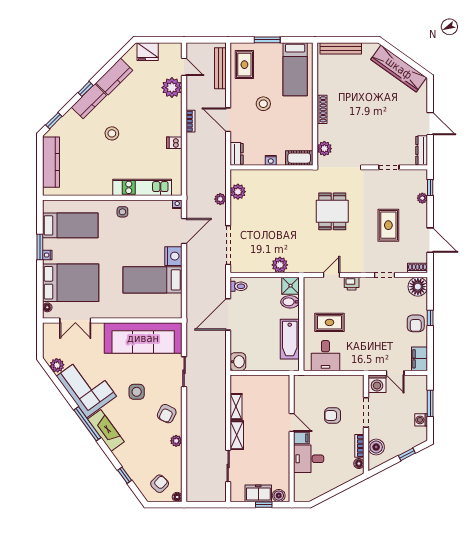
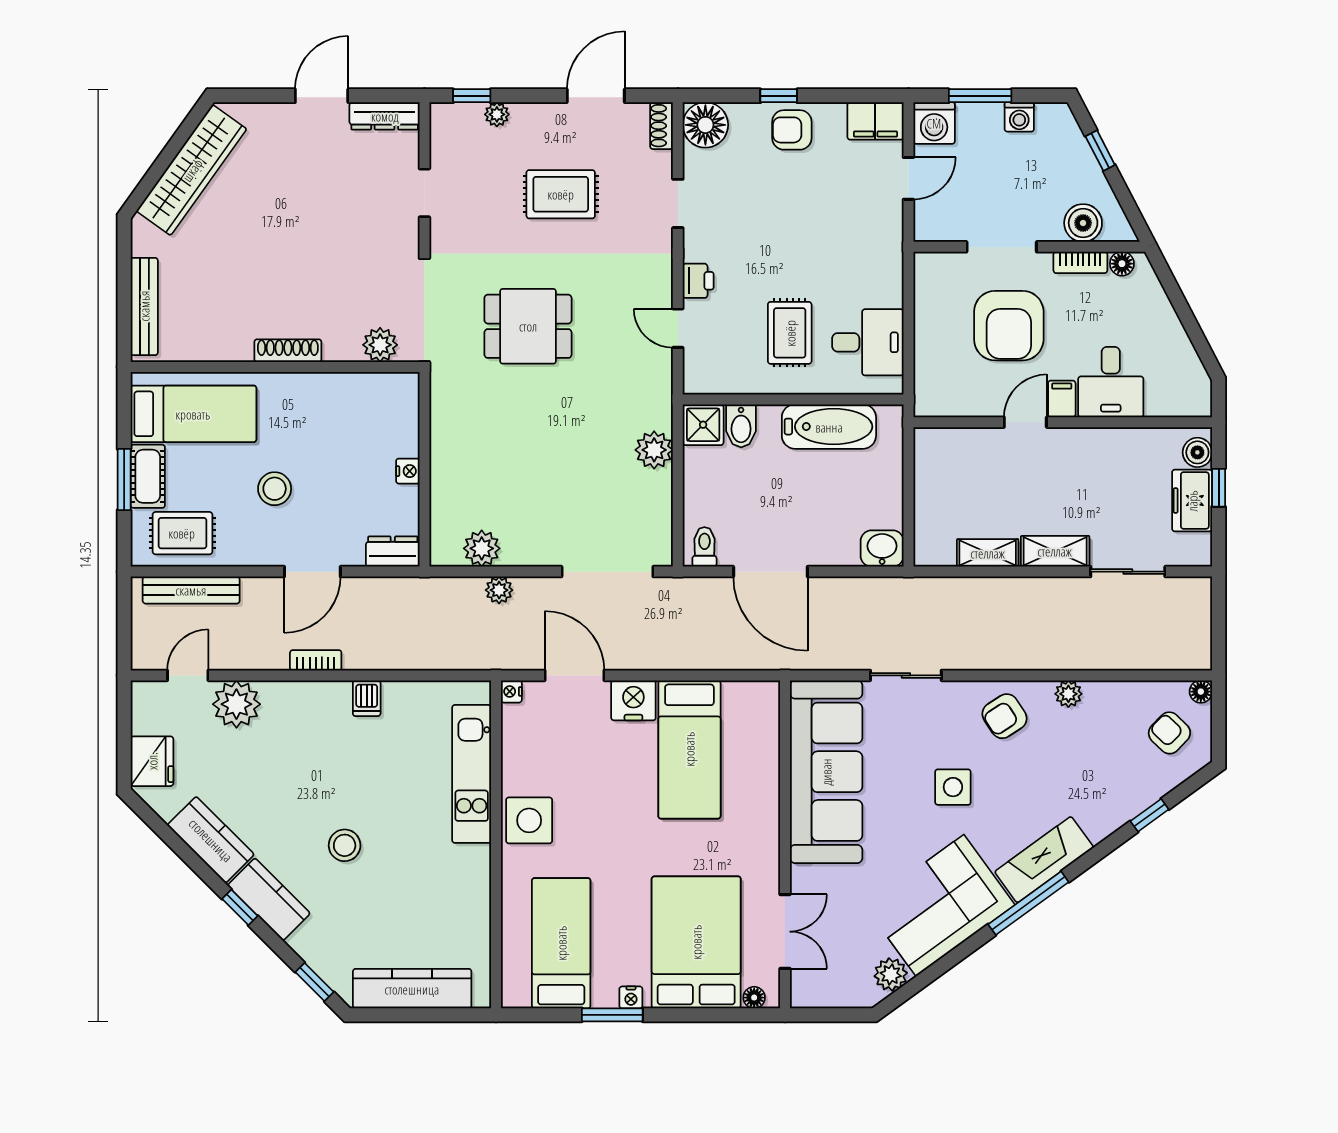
cot: (299, 158) -> (148, 476), moved
side table: (122, 212) -> (529, 820), width x1.87, depth x1.87
armchair: (416, 323) -> (792, 130), turned 180
washing machine: (377, 384) -> (934, 123), moved, turned 90
armchair: (167, 414) -> (1005, 716), turned 121
armchair: (333, 416) -> (1009, 326), width x1.88, depth x1.88

